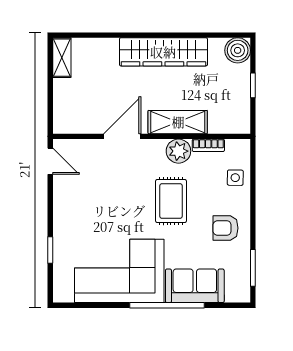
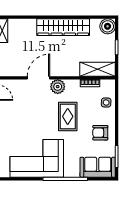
shelving: (178, 122) -> (98, 69), moved
plant: (178, 151) -> (58, 87), moved
sofa: (195, 286) -> (98, 167), moved

